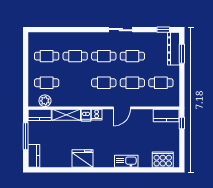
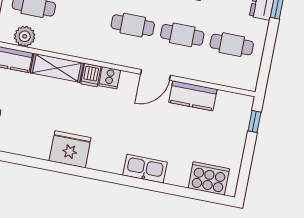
kitchen counter: (166, 115) -> (193, 96), moved

